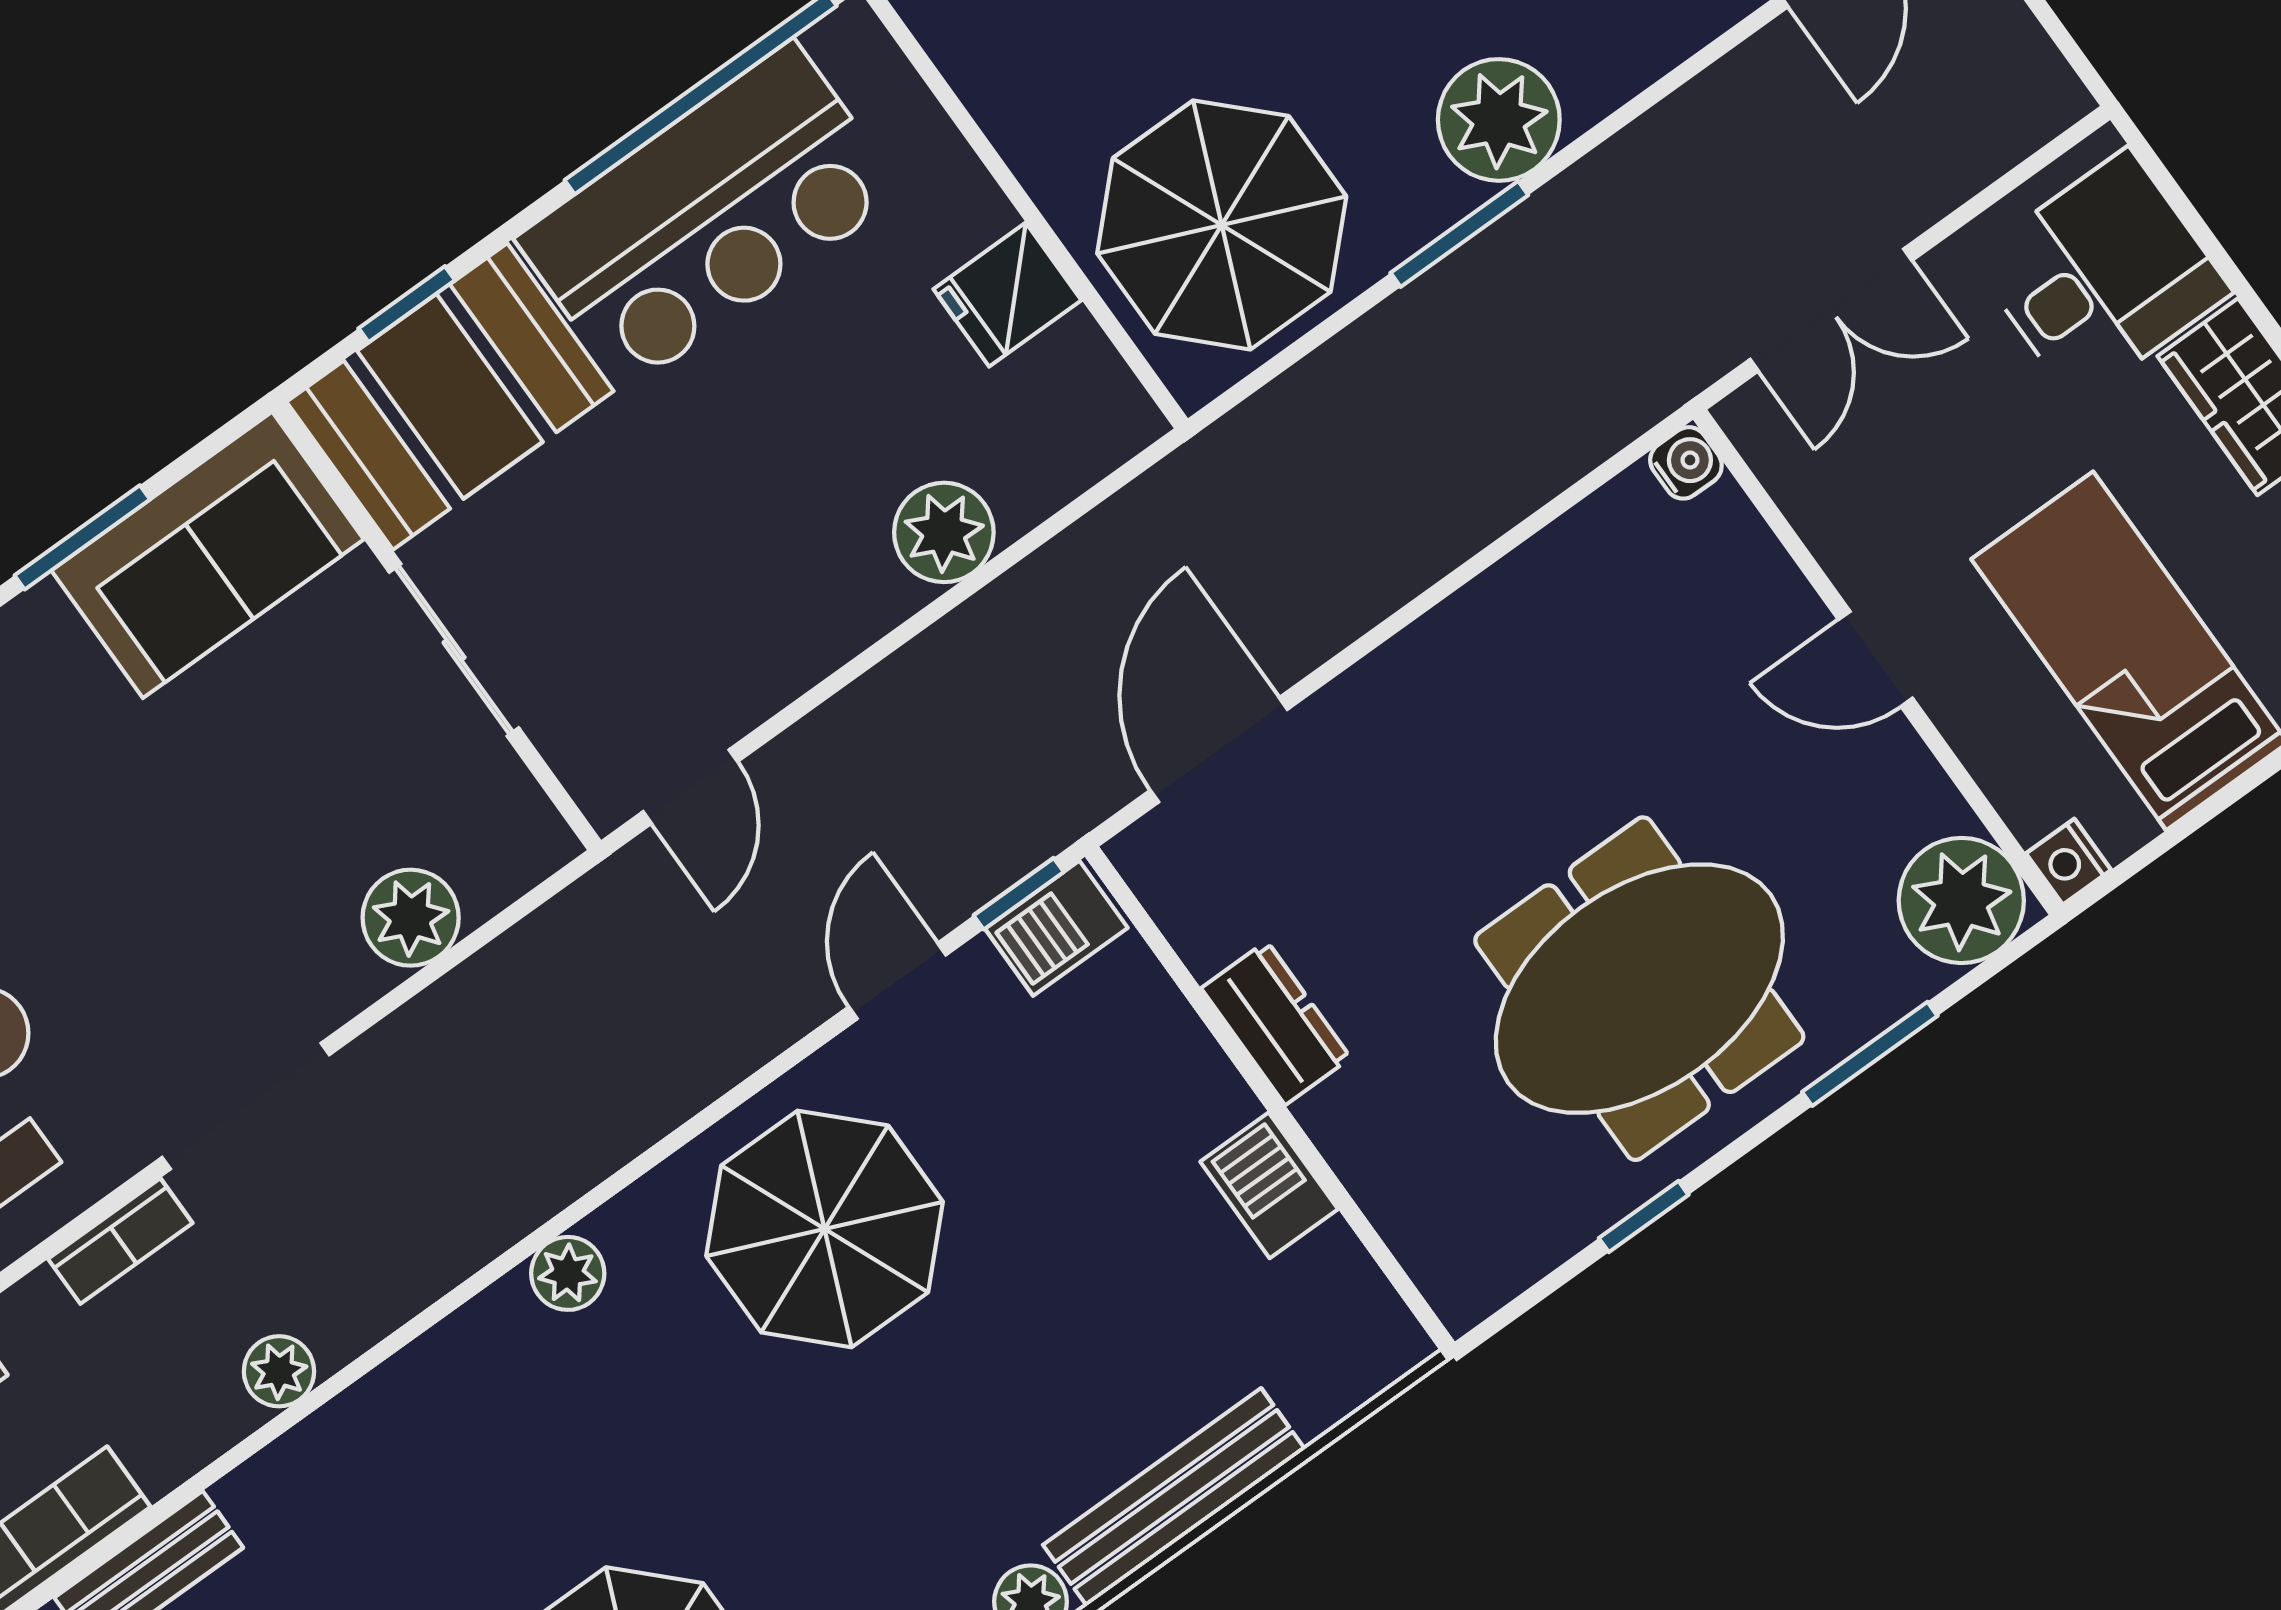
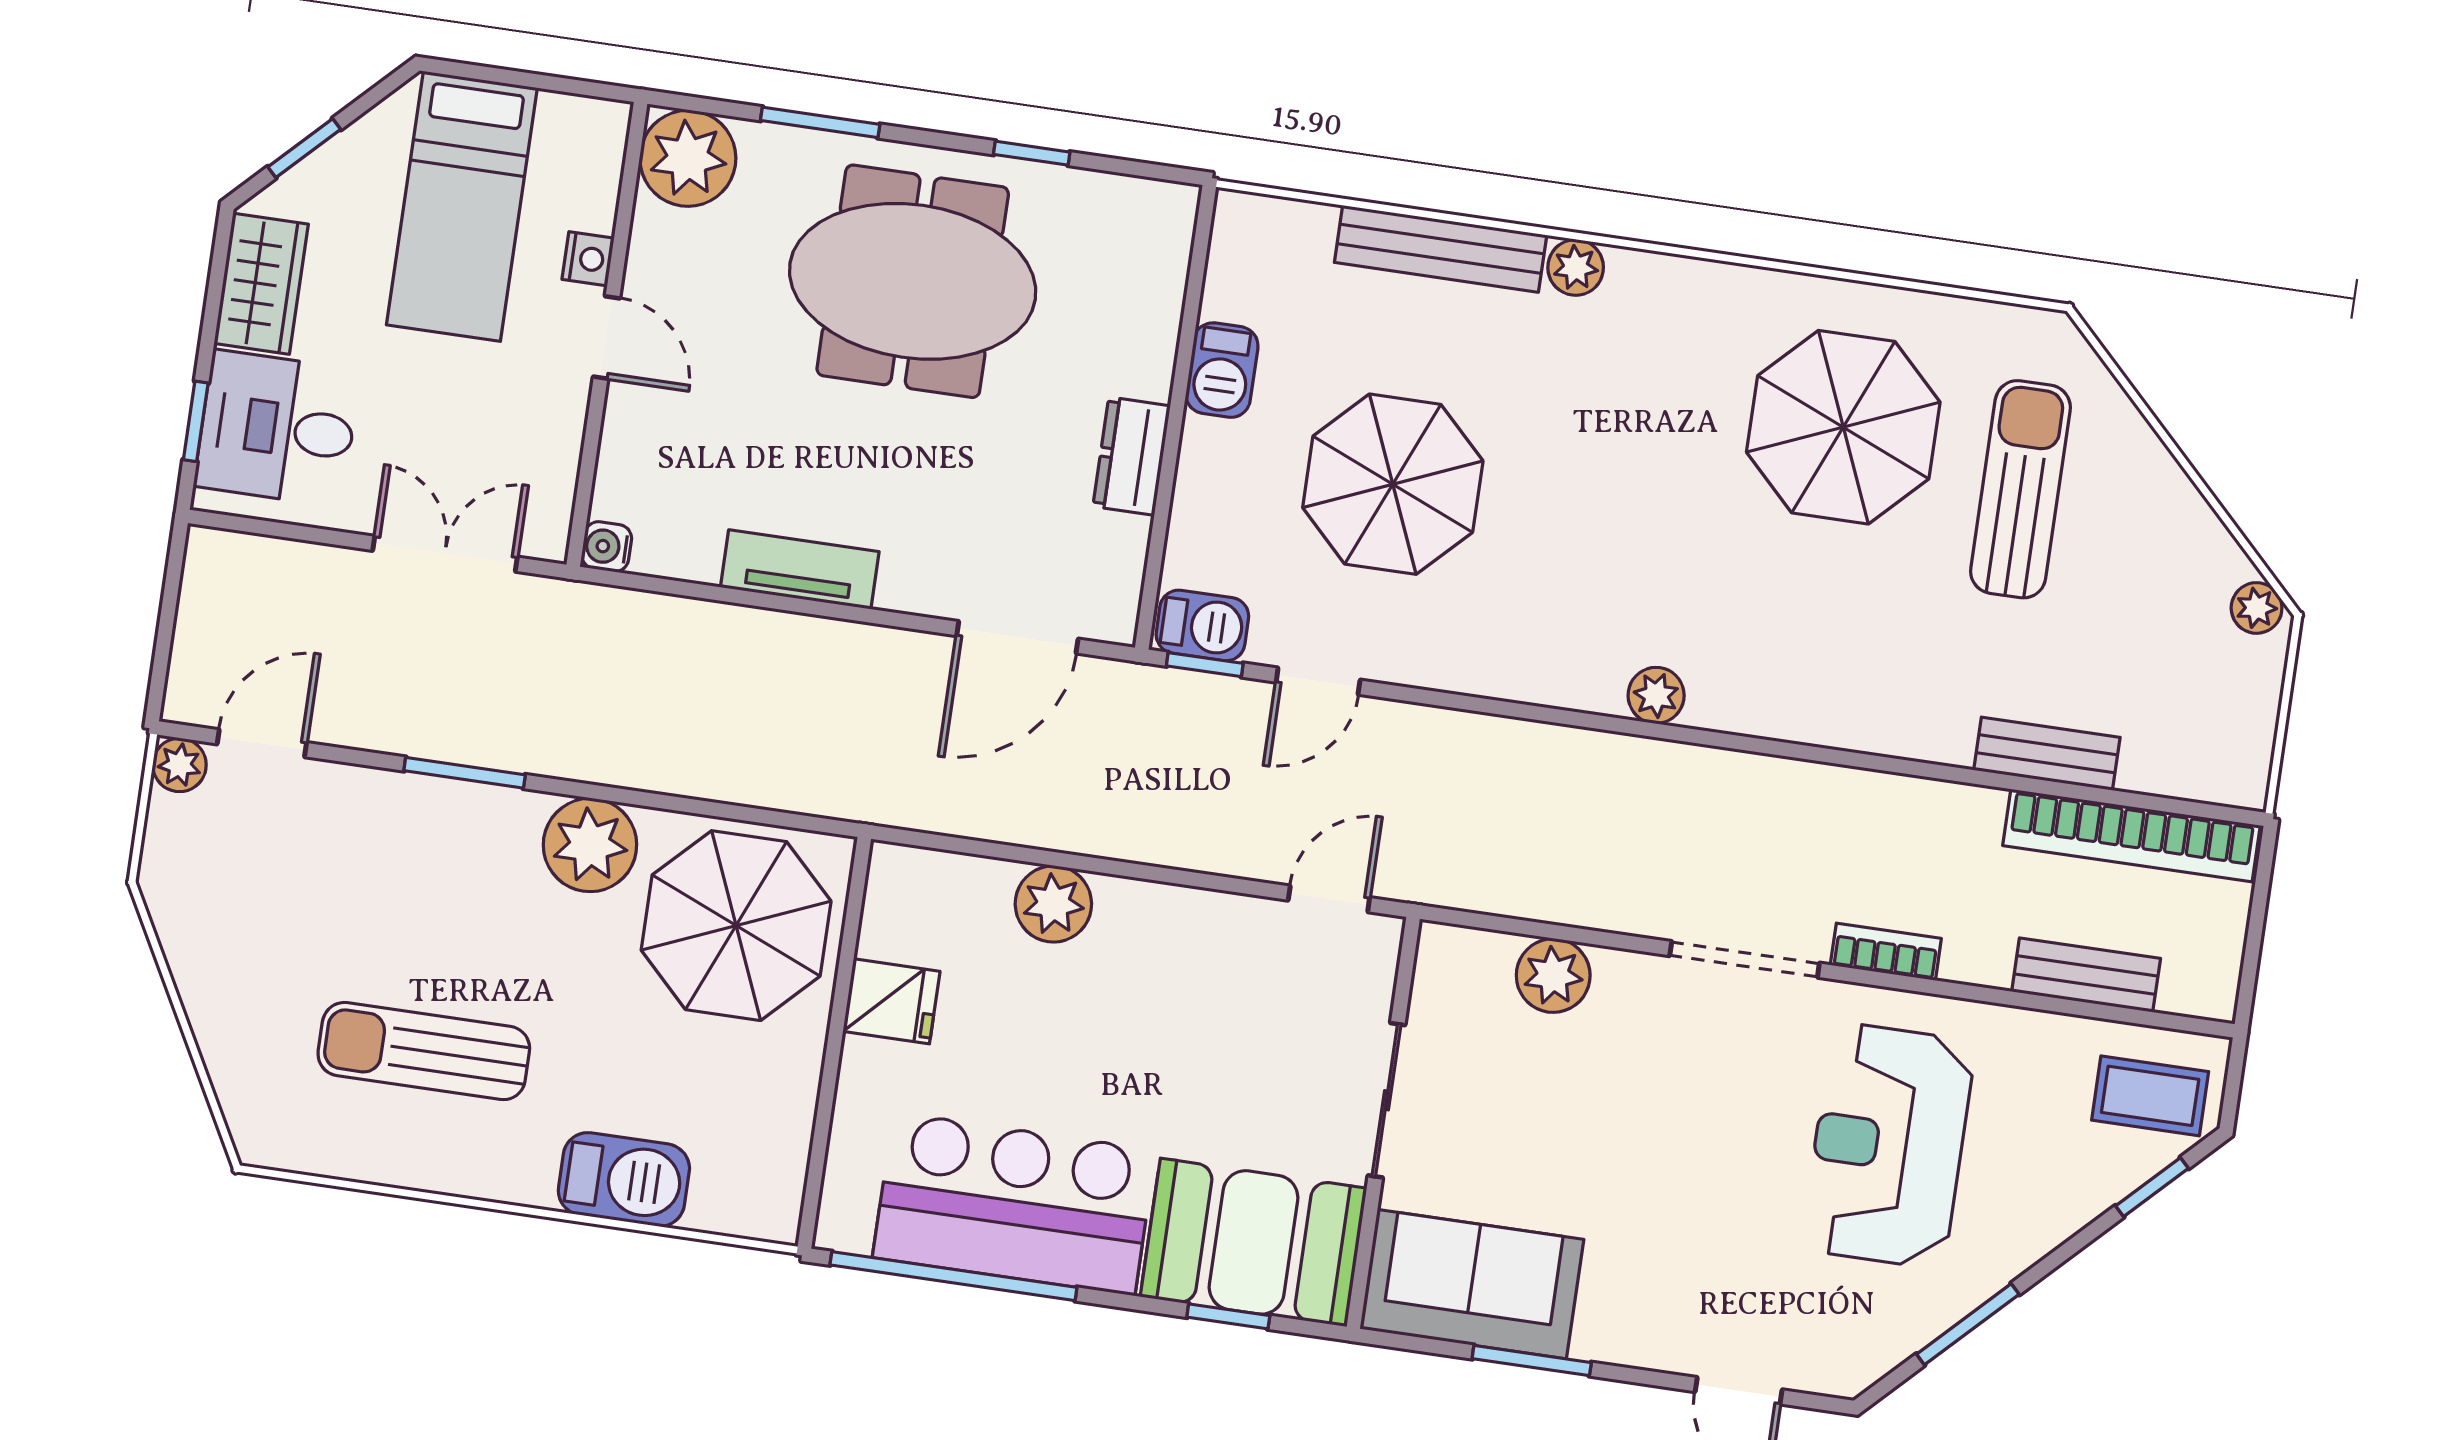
plant: (1499, 120) -> (590, 845), moved
window: (2184, 209) -> (196, 421), added
window: (1459, 234) -> (465, 773), moved
tv unit: (1484, 616) -> (800, 569), added
nightstand: (2069, 862) -> (588, 259), moved
parasol: (825, 1229) -> (1393, 484), moved
plant: (279, 1371) -> (1868, 795), removed

